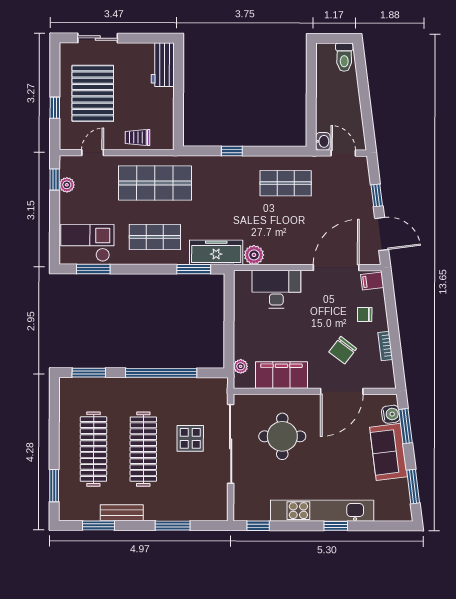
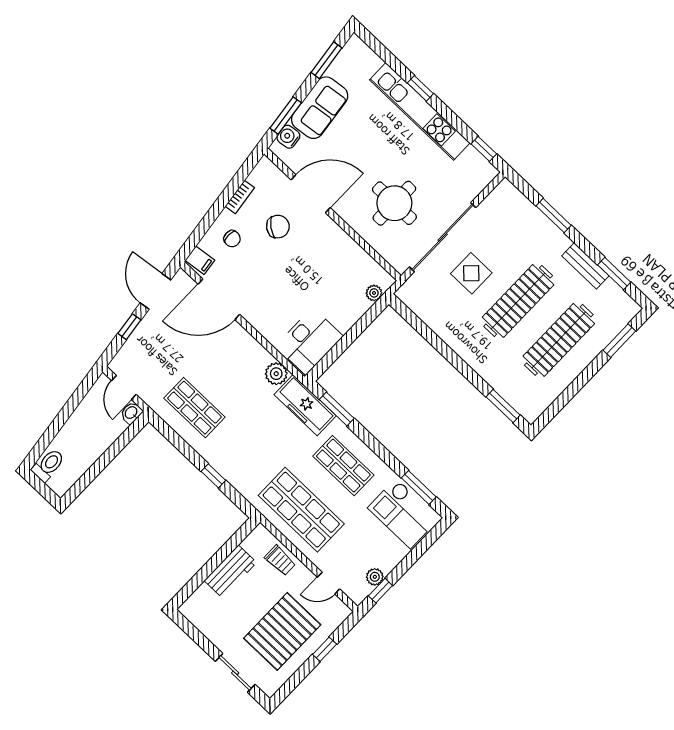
workbench: (163, 65) -> (230, 572), moved
desk: (276, 289) -> (309, 341), moved, turned -90
window: (161, 373) -> (444, 350), removed
filing cabinet: (281, 375) -> (347, 254), removed

